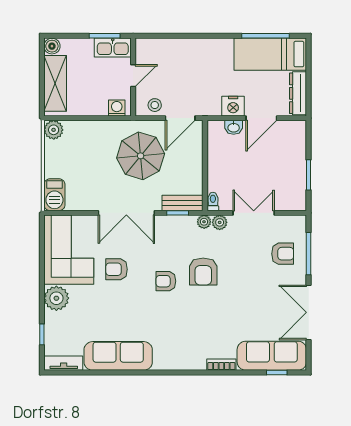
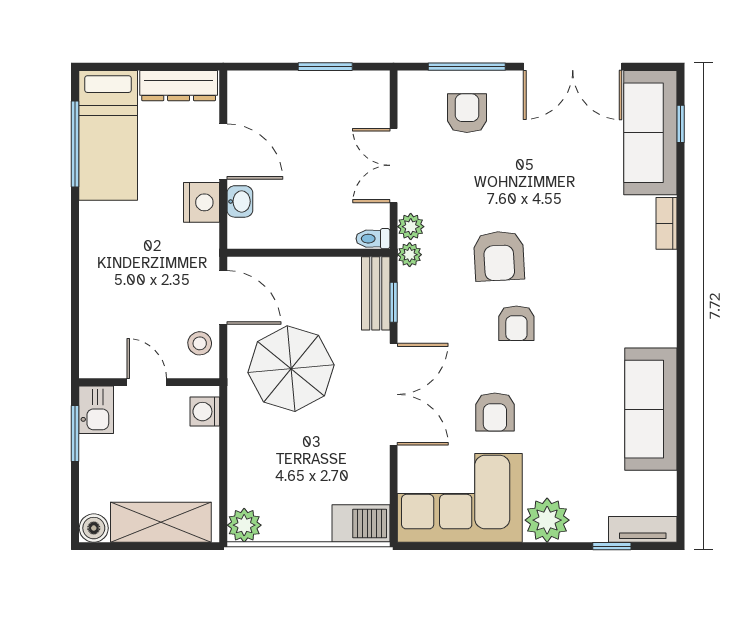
kitchen sink: (113, 47) -> (96, 410), width x0.73
armchair: (203, 271) -> (499, 256), turned 87
tv unit: (64, 363) -> (643, 529), moved, turned 90

